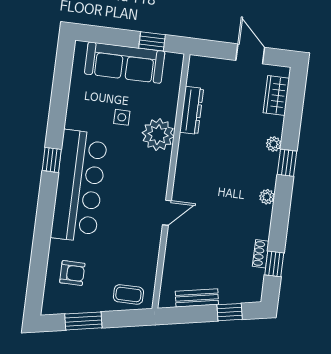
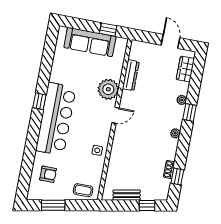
side table: (122, 117) -> (97, 150), moved
door: (167, 213) -> (116, 115), moved

